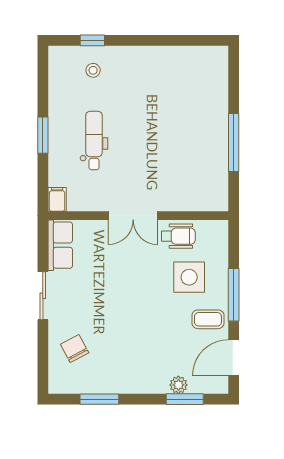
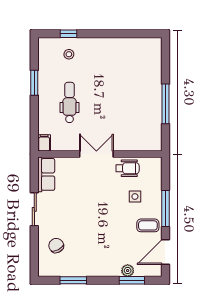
window: (43, 135) -> (34, 83), moved
double door: (133, 216) -> (96, 154), swing flipped
side table: (189, 277) -> (135, 196), width x0.54, depth x0.54

